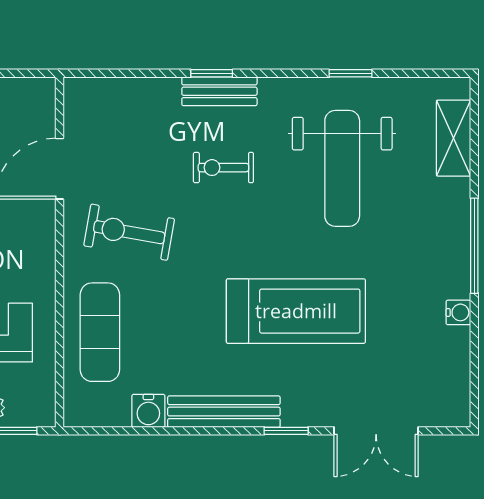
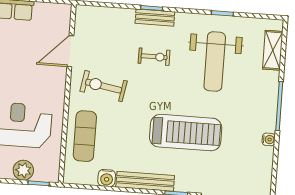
exercise bike: (223, 168) -> (154, 57), turned 180

